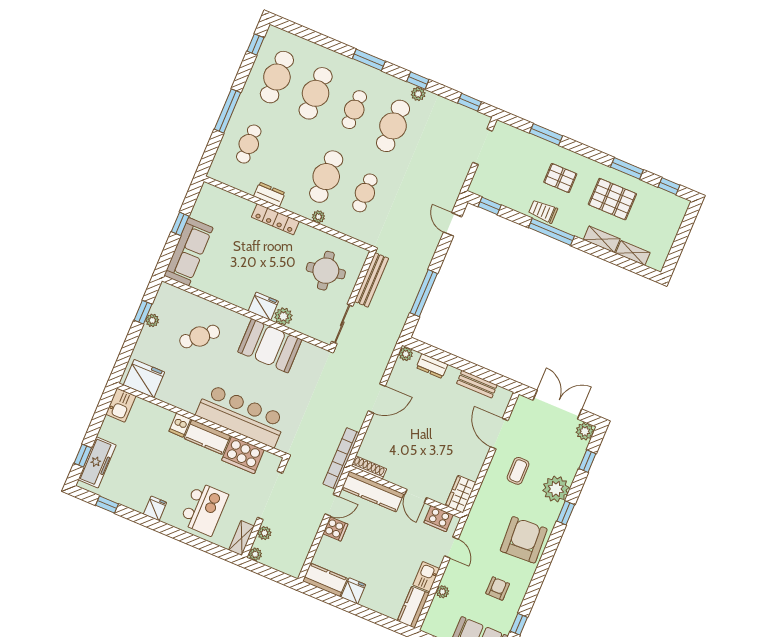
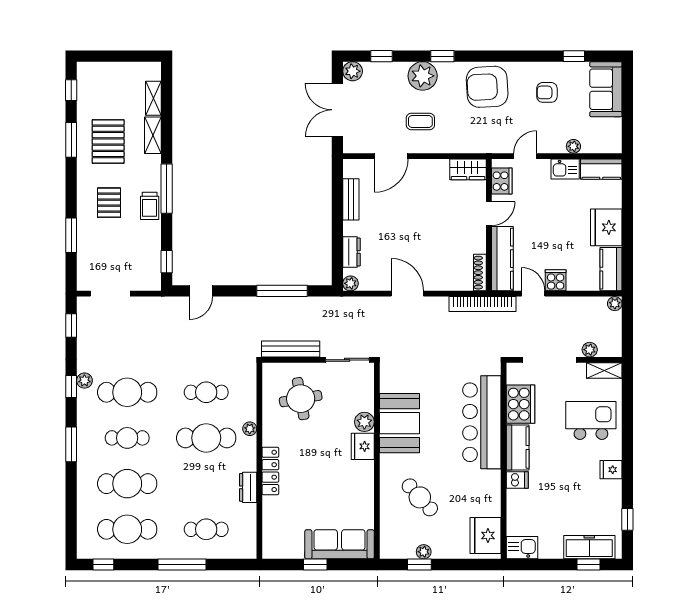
plant: (255, 554) -> (615, 304), moved
fridge: (353, 591) -> (606, 227), width x1.88, depth x1.34

